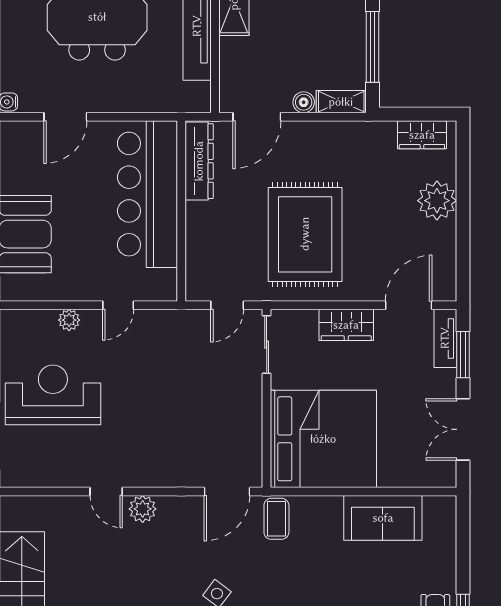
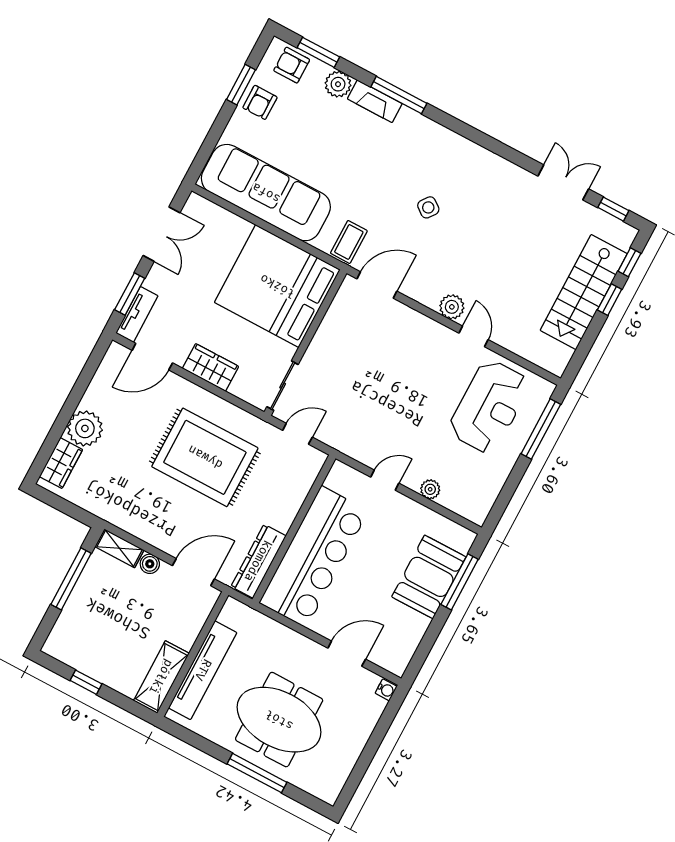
wardrobe: (422, 135) -> (61, 463), moved, turned 90
rug: (305, 234) -> (205, 457), turned 90
reception desk: (53, 395) -> (489, 407), moved, turned -90
sofa: (383, 518) -> (266, 193), width x1.85, depth x1.27

